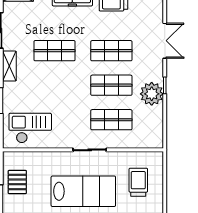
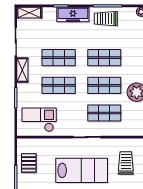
shop shelf: (55, 85) -> (59, 85), added

